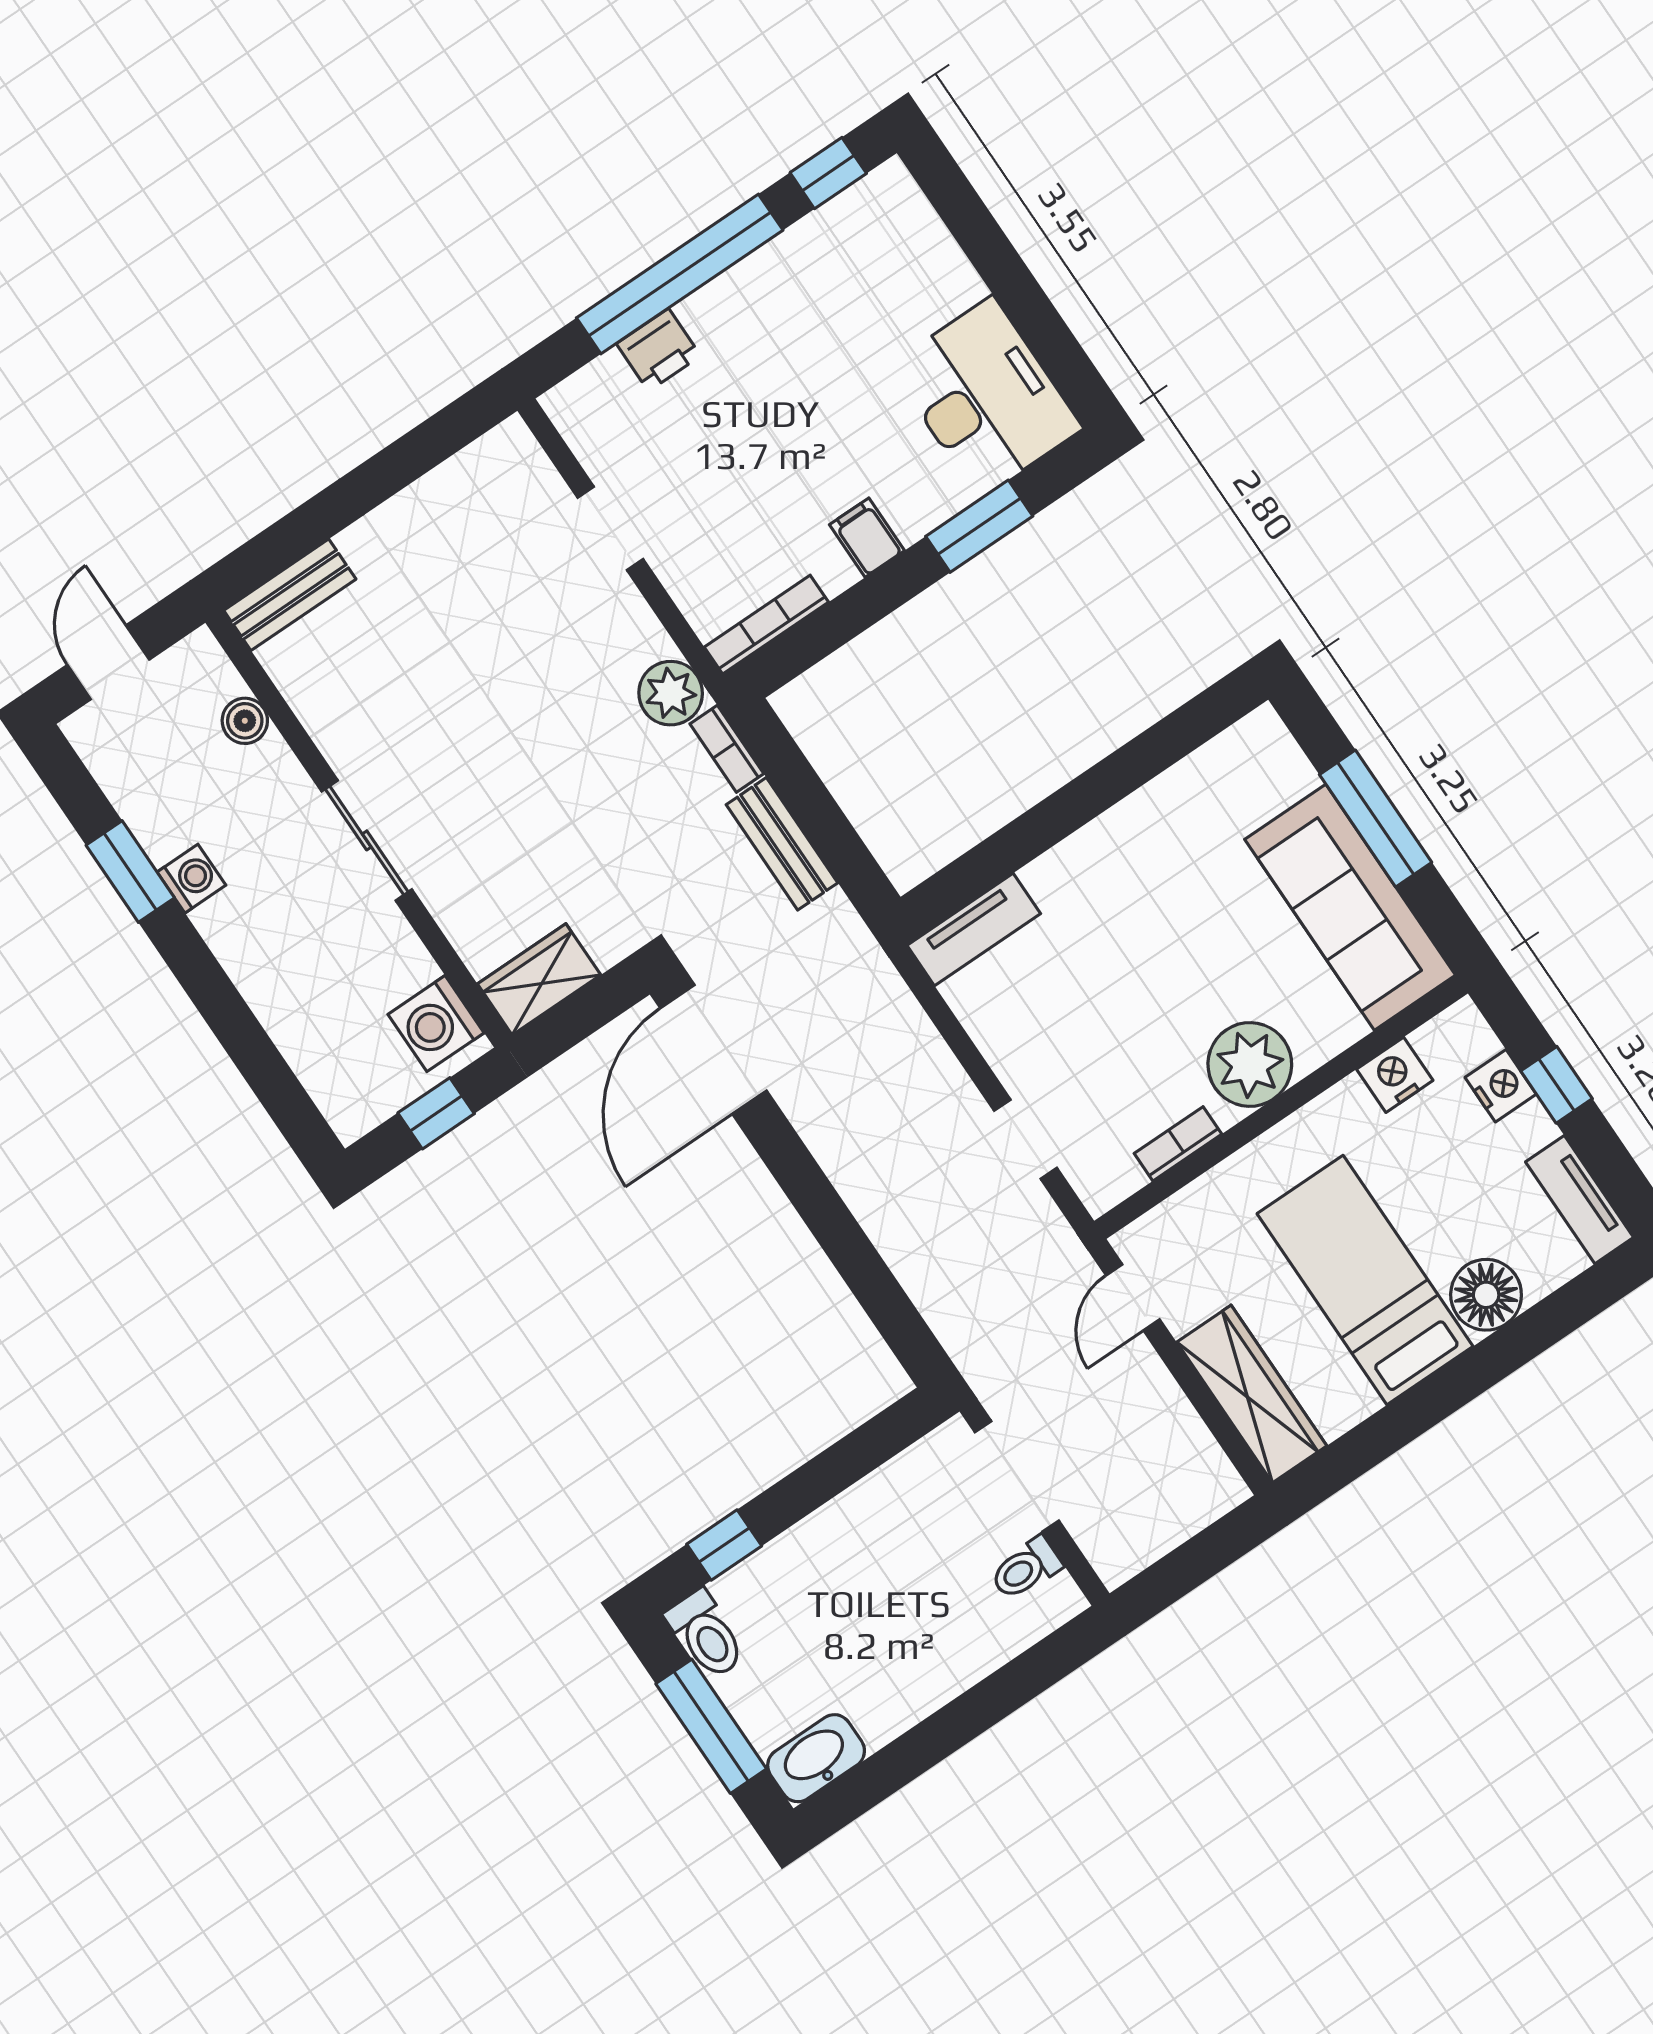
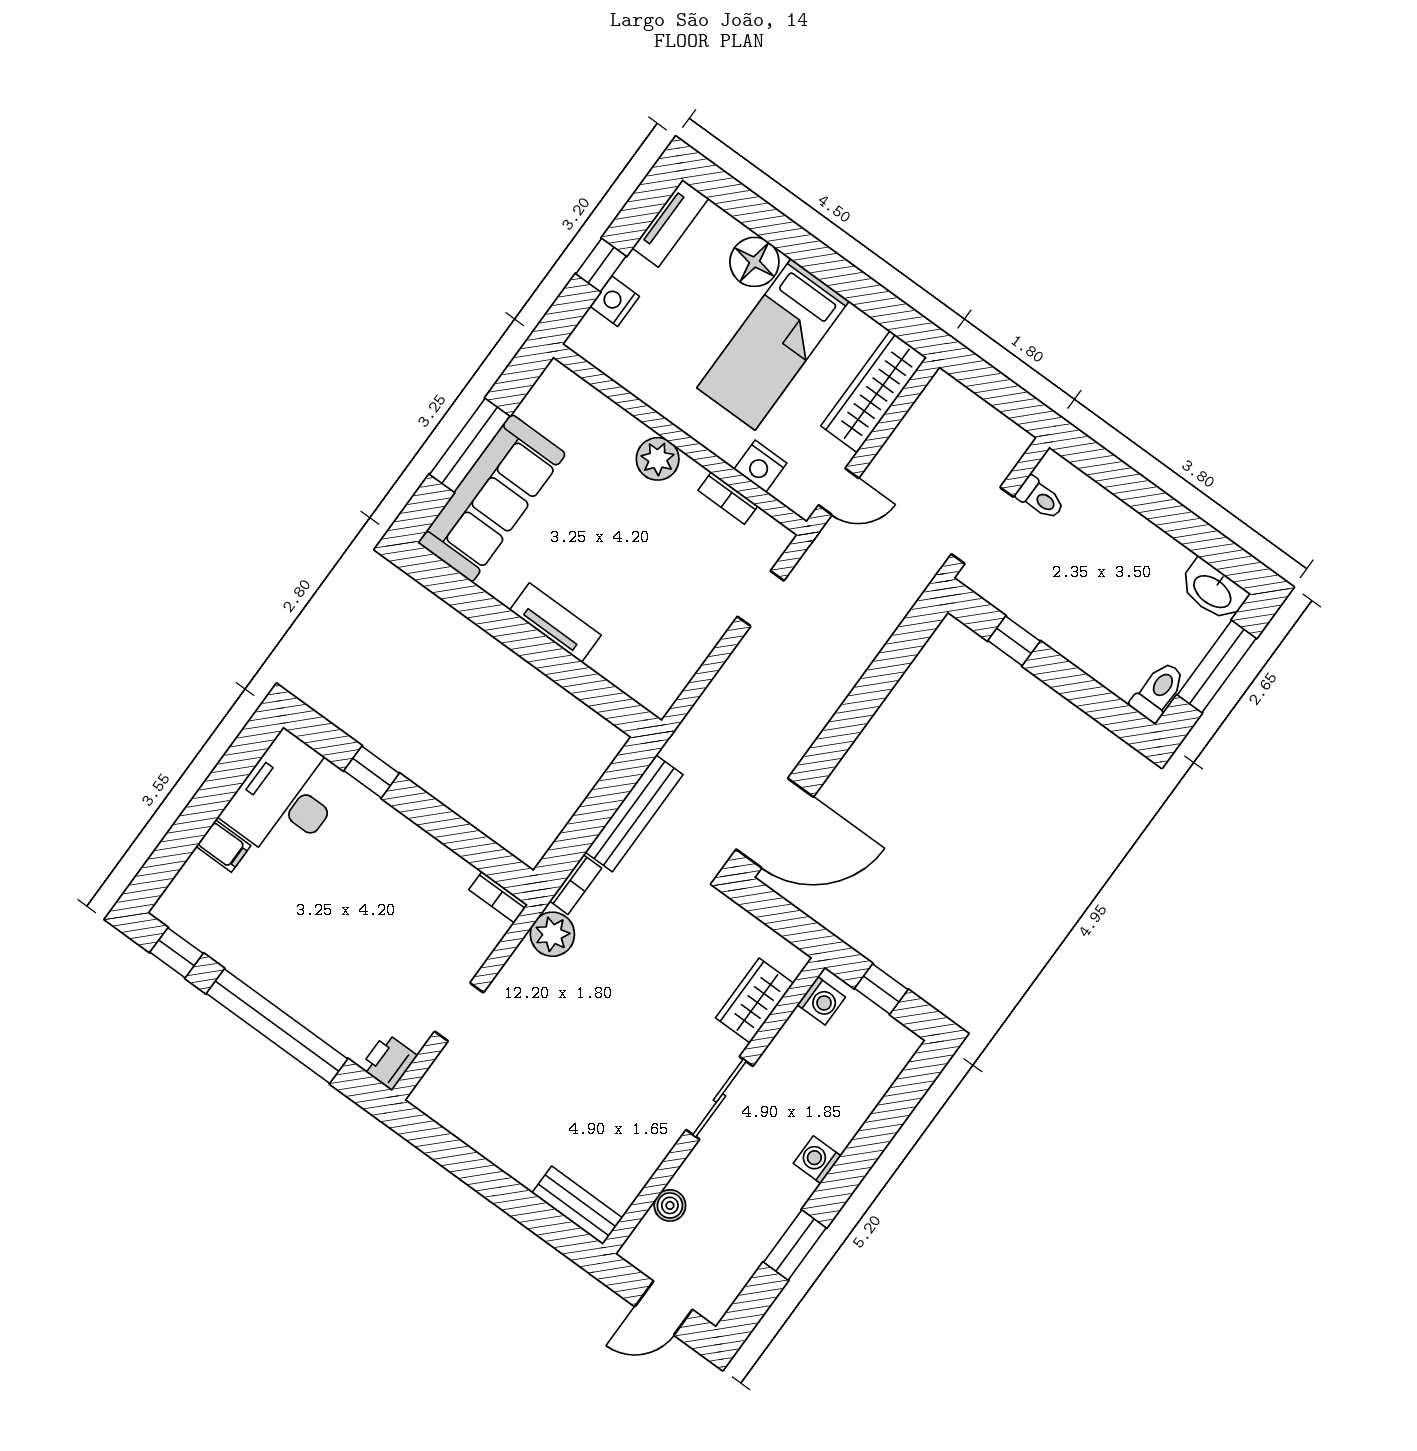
printer: (658, 350) -> (389, 1062), moved, turned -90
window: (979, 526) -> (372, 772), width x0.67
filing cabinet: (867, 538) -> (223, 846), moved, turned -90
bookcase: (766, 625) -> (498, 897), width x0.64
bench: (782, 844) -> (634, 813), width x1.36
washing machine: (191, 879) -> (817, 1160), moved
sofa: (1350, 907) -> (492, 498), moved
tv unit: (974, 929) -> (555, 623), moved
wardrobe: (539, 979) -> (755, 1001), moved, turned 90
washing machine: (436, 1024) -> (821, 1001), width x0.73, depth x0.73
plant: (1250, 1064) -> (658, 459), width x0.73, depth x0.73
nightstand: (1395, 1075) -> (760, 466), moved
window: (724, 1545) -> (1014, 641), moved

